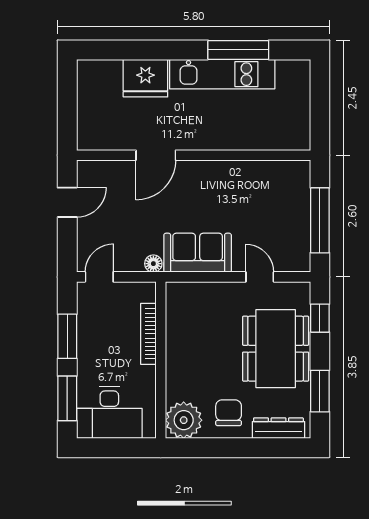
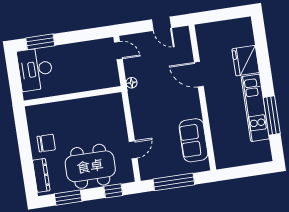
sofa: (198, 253) -> (193, 140), moved, turned 180
bookcase: (148, 334) -> (88, 86), removed
window: (67, 336) -> (79, 36), removed
plant: (184, 420) -> (37, 116), removed

